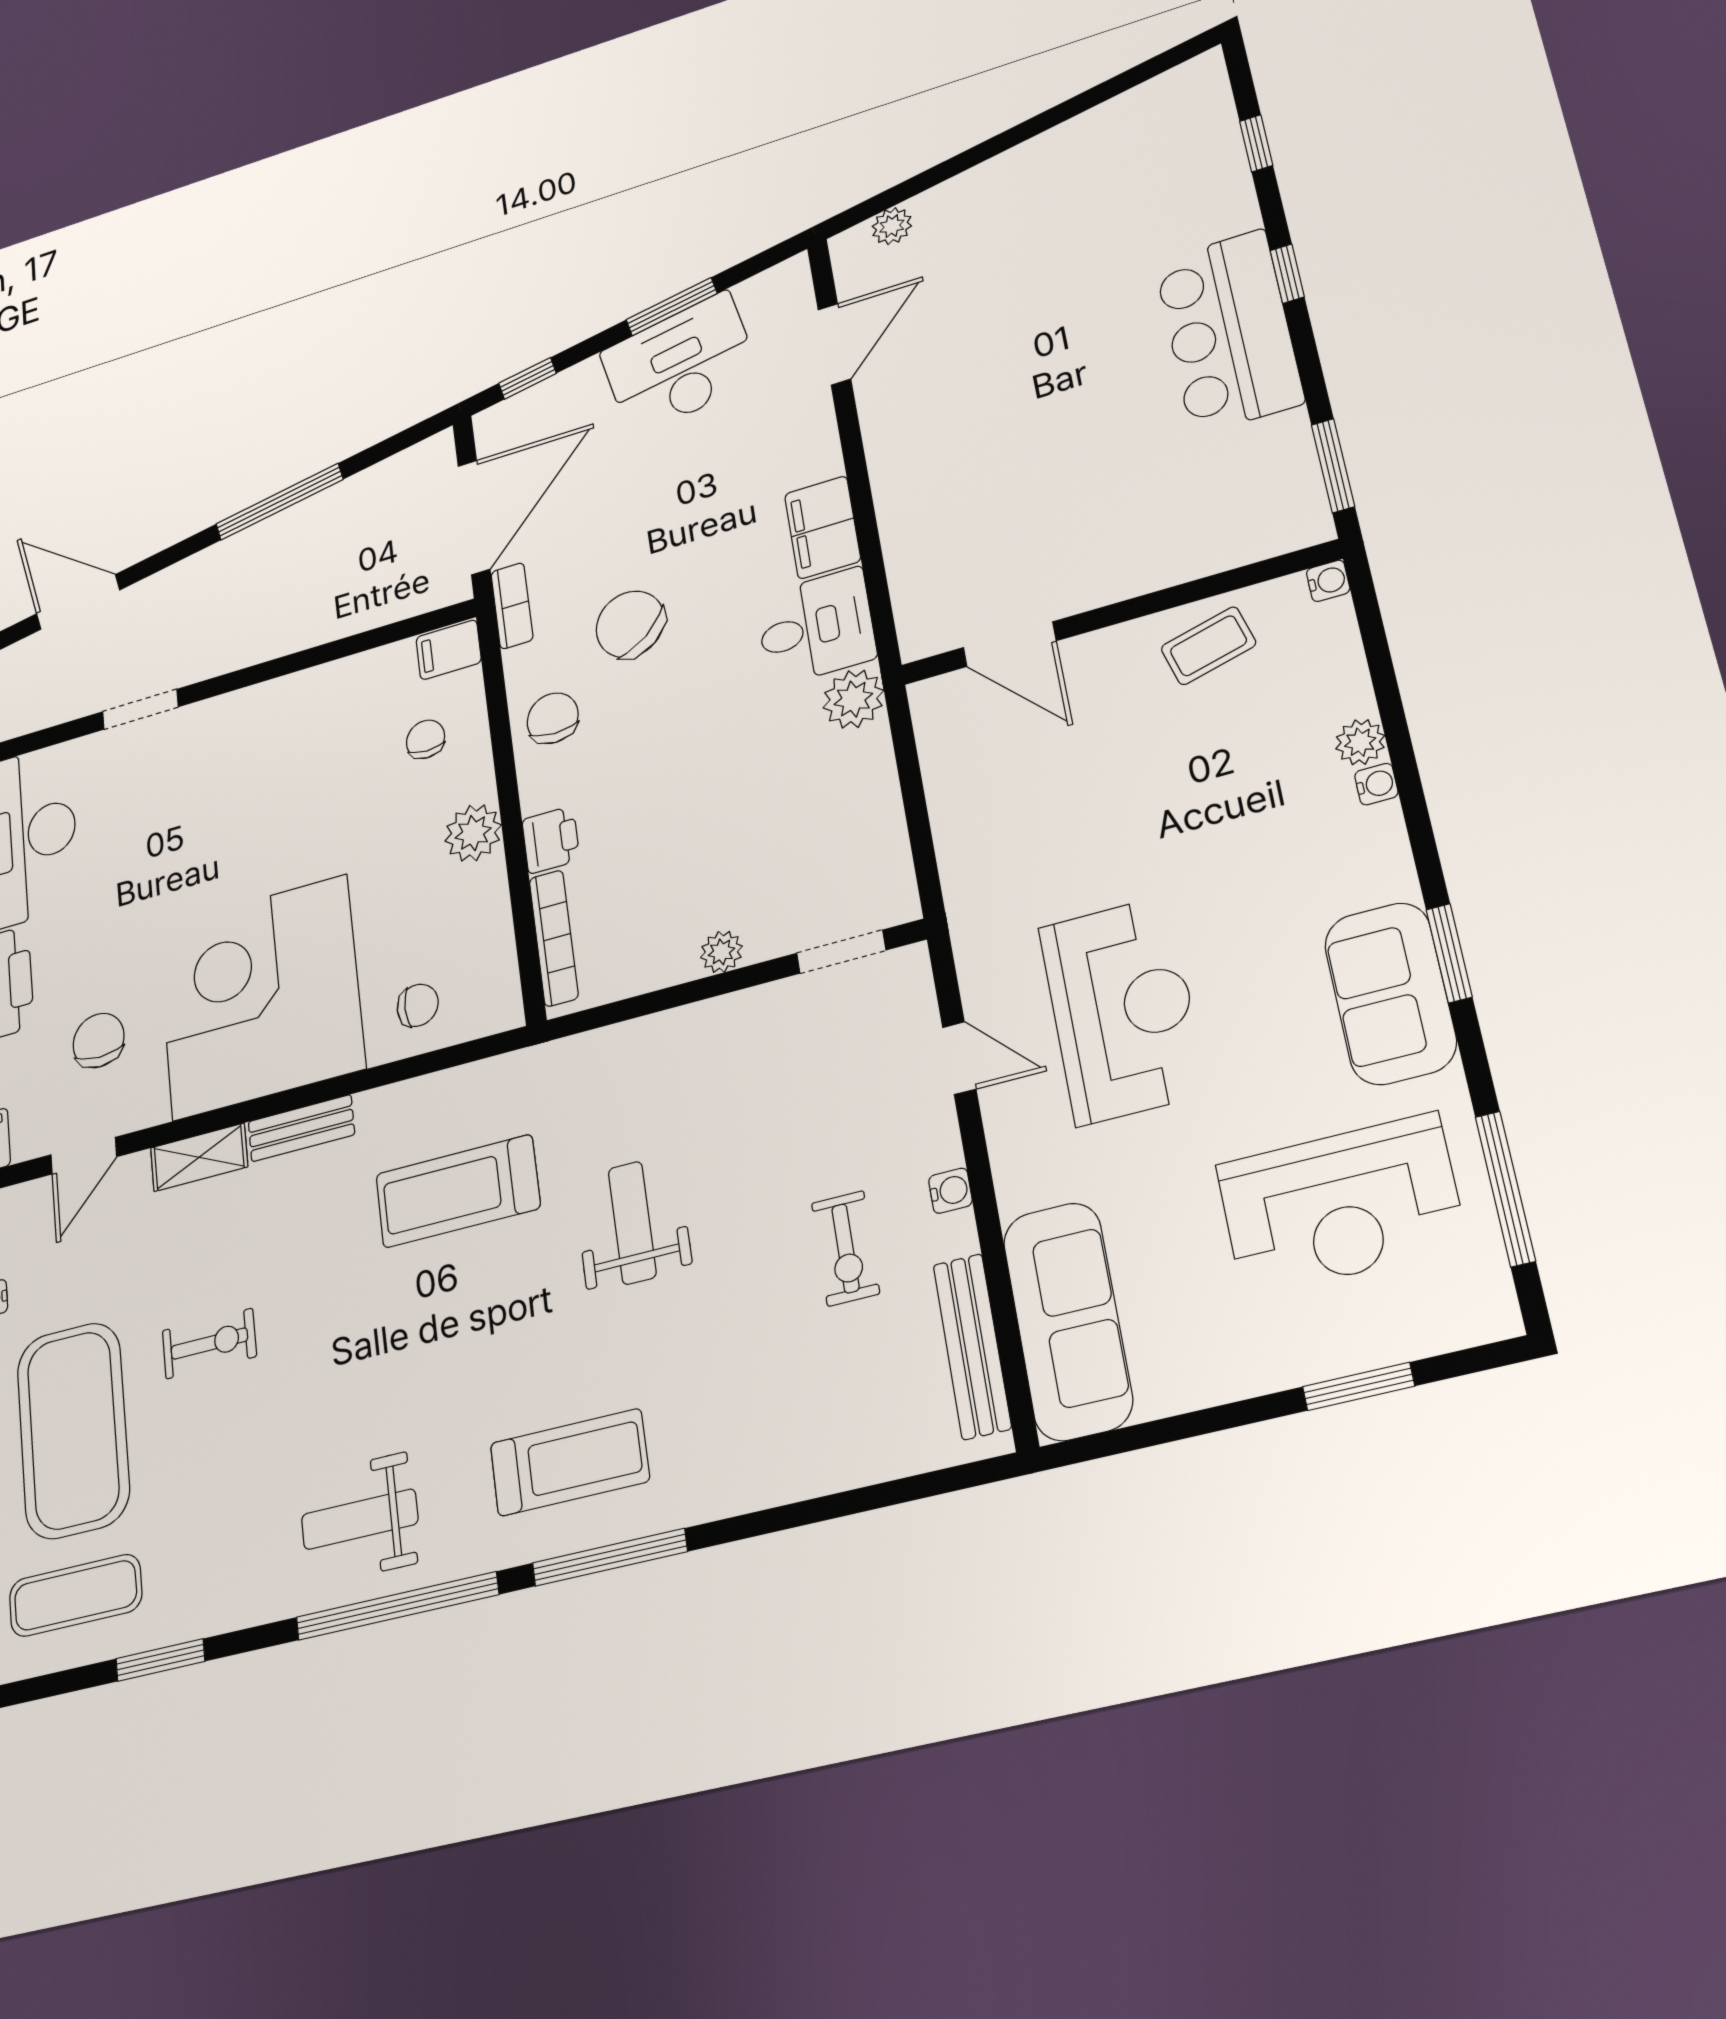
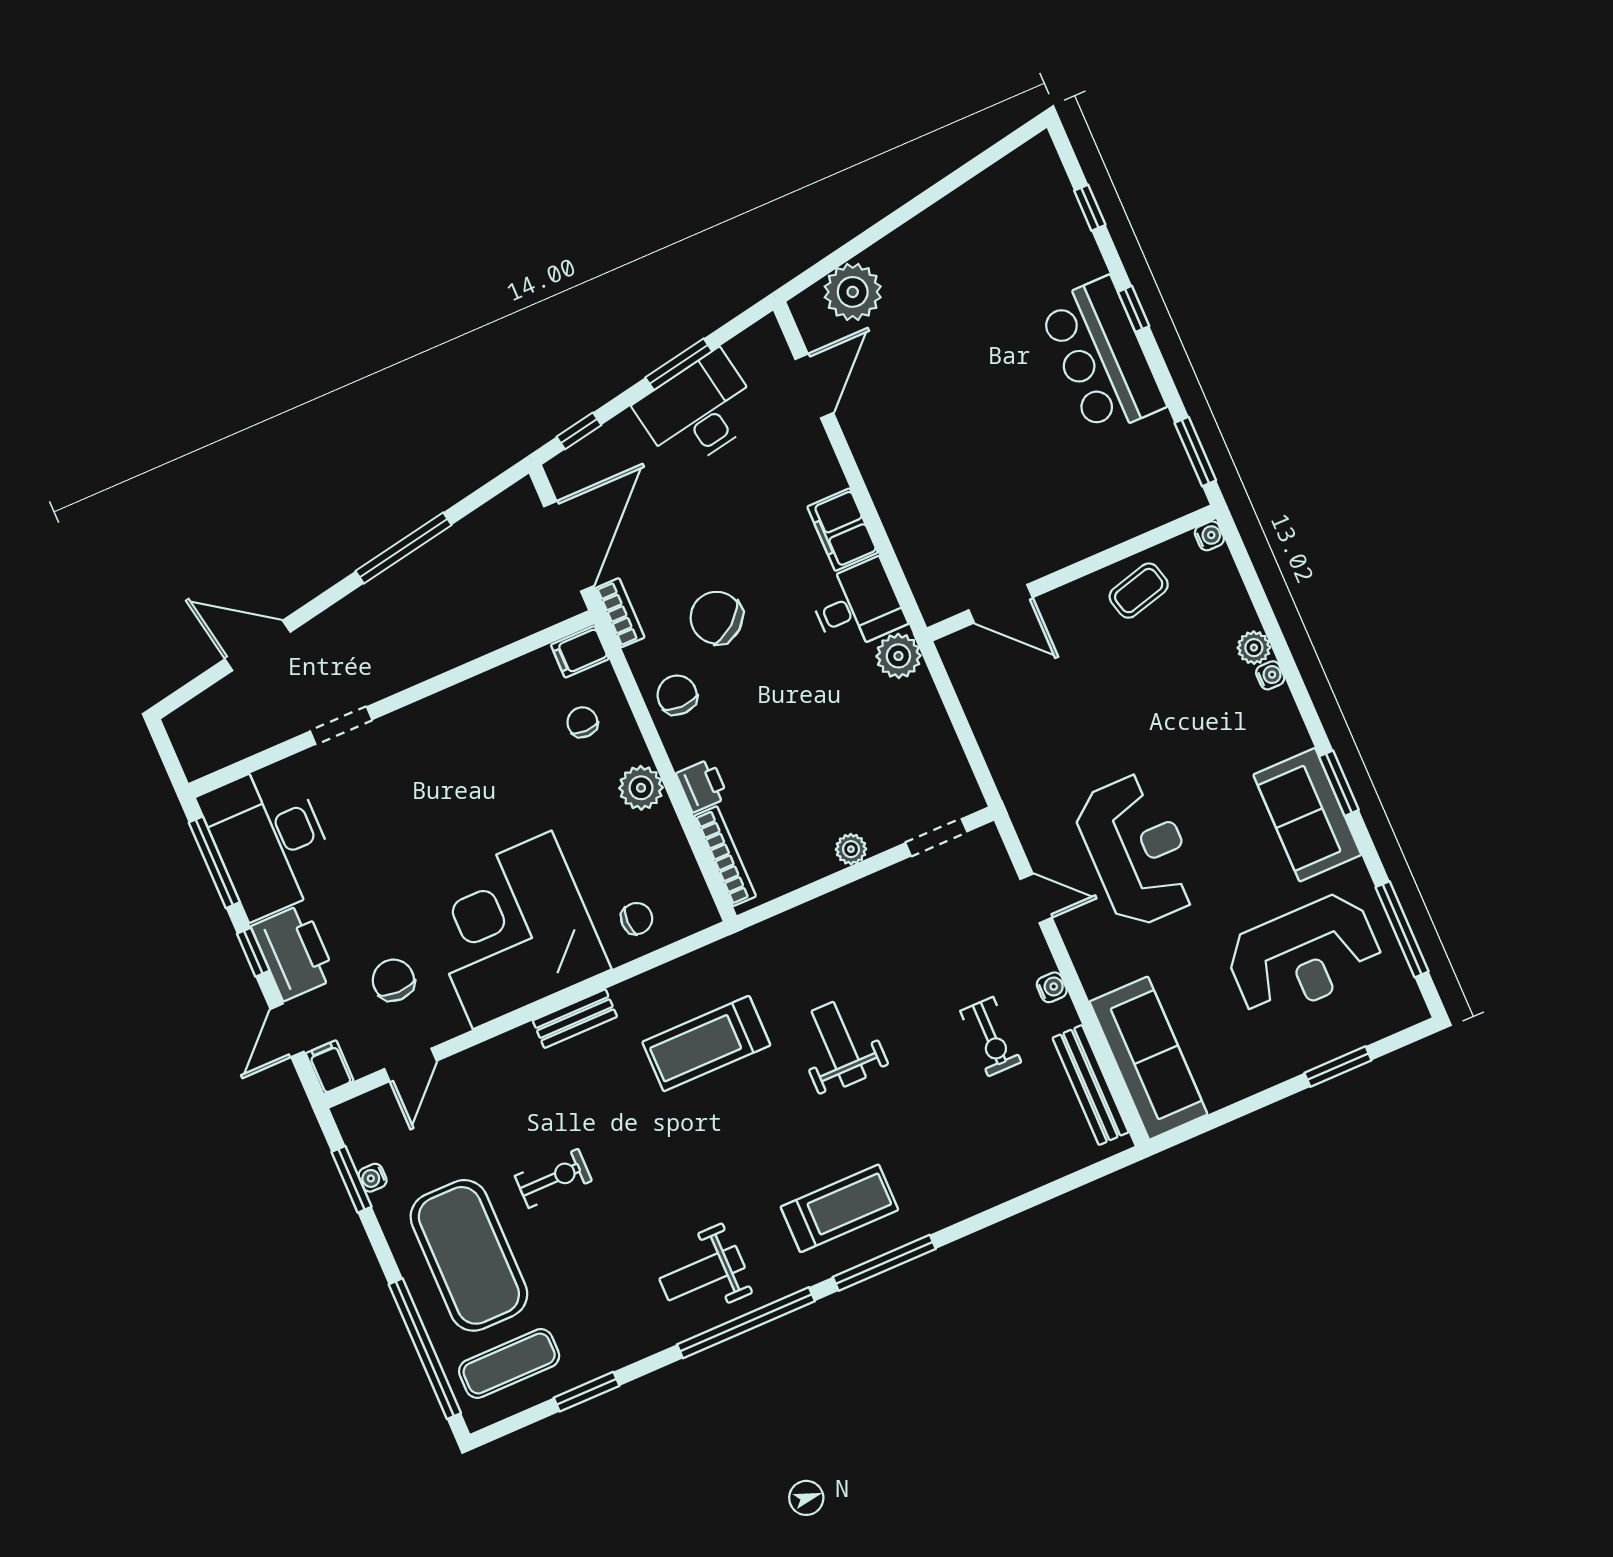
plant: (892, 226) -> (853, 292), width x1.87, depth x1.87
shelving: (199, 1157) -> (502, 1052), removed

